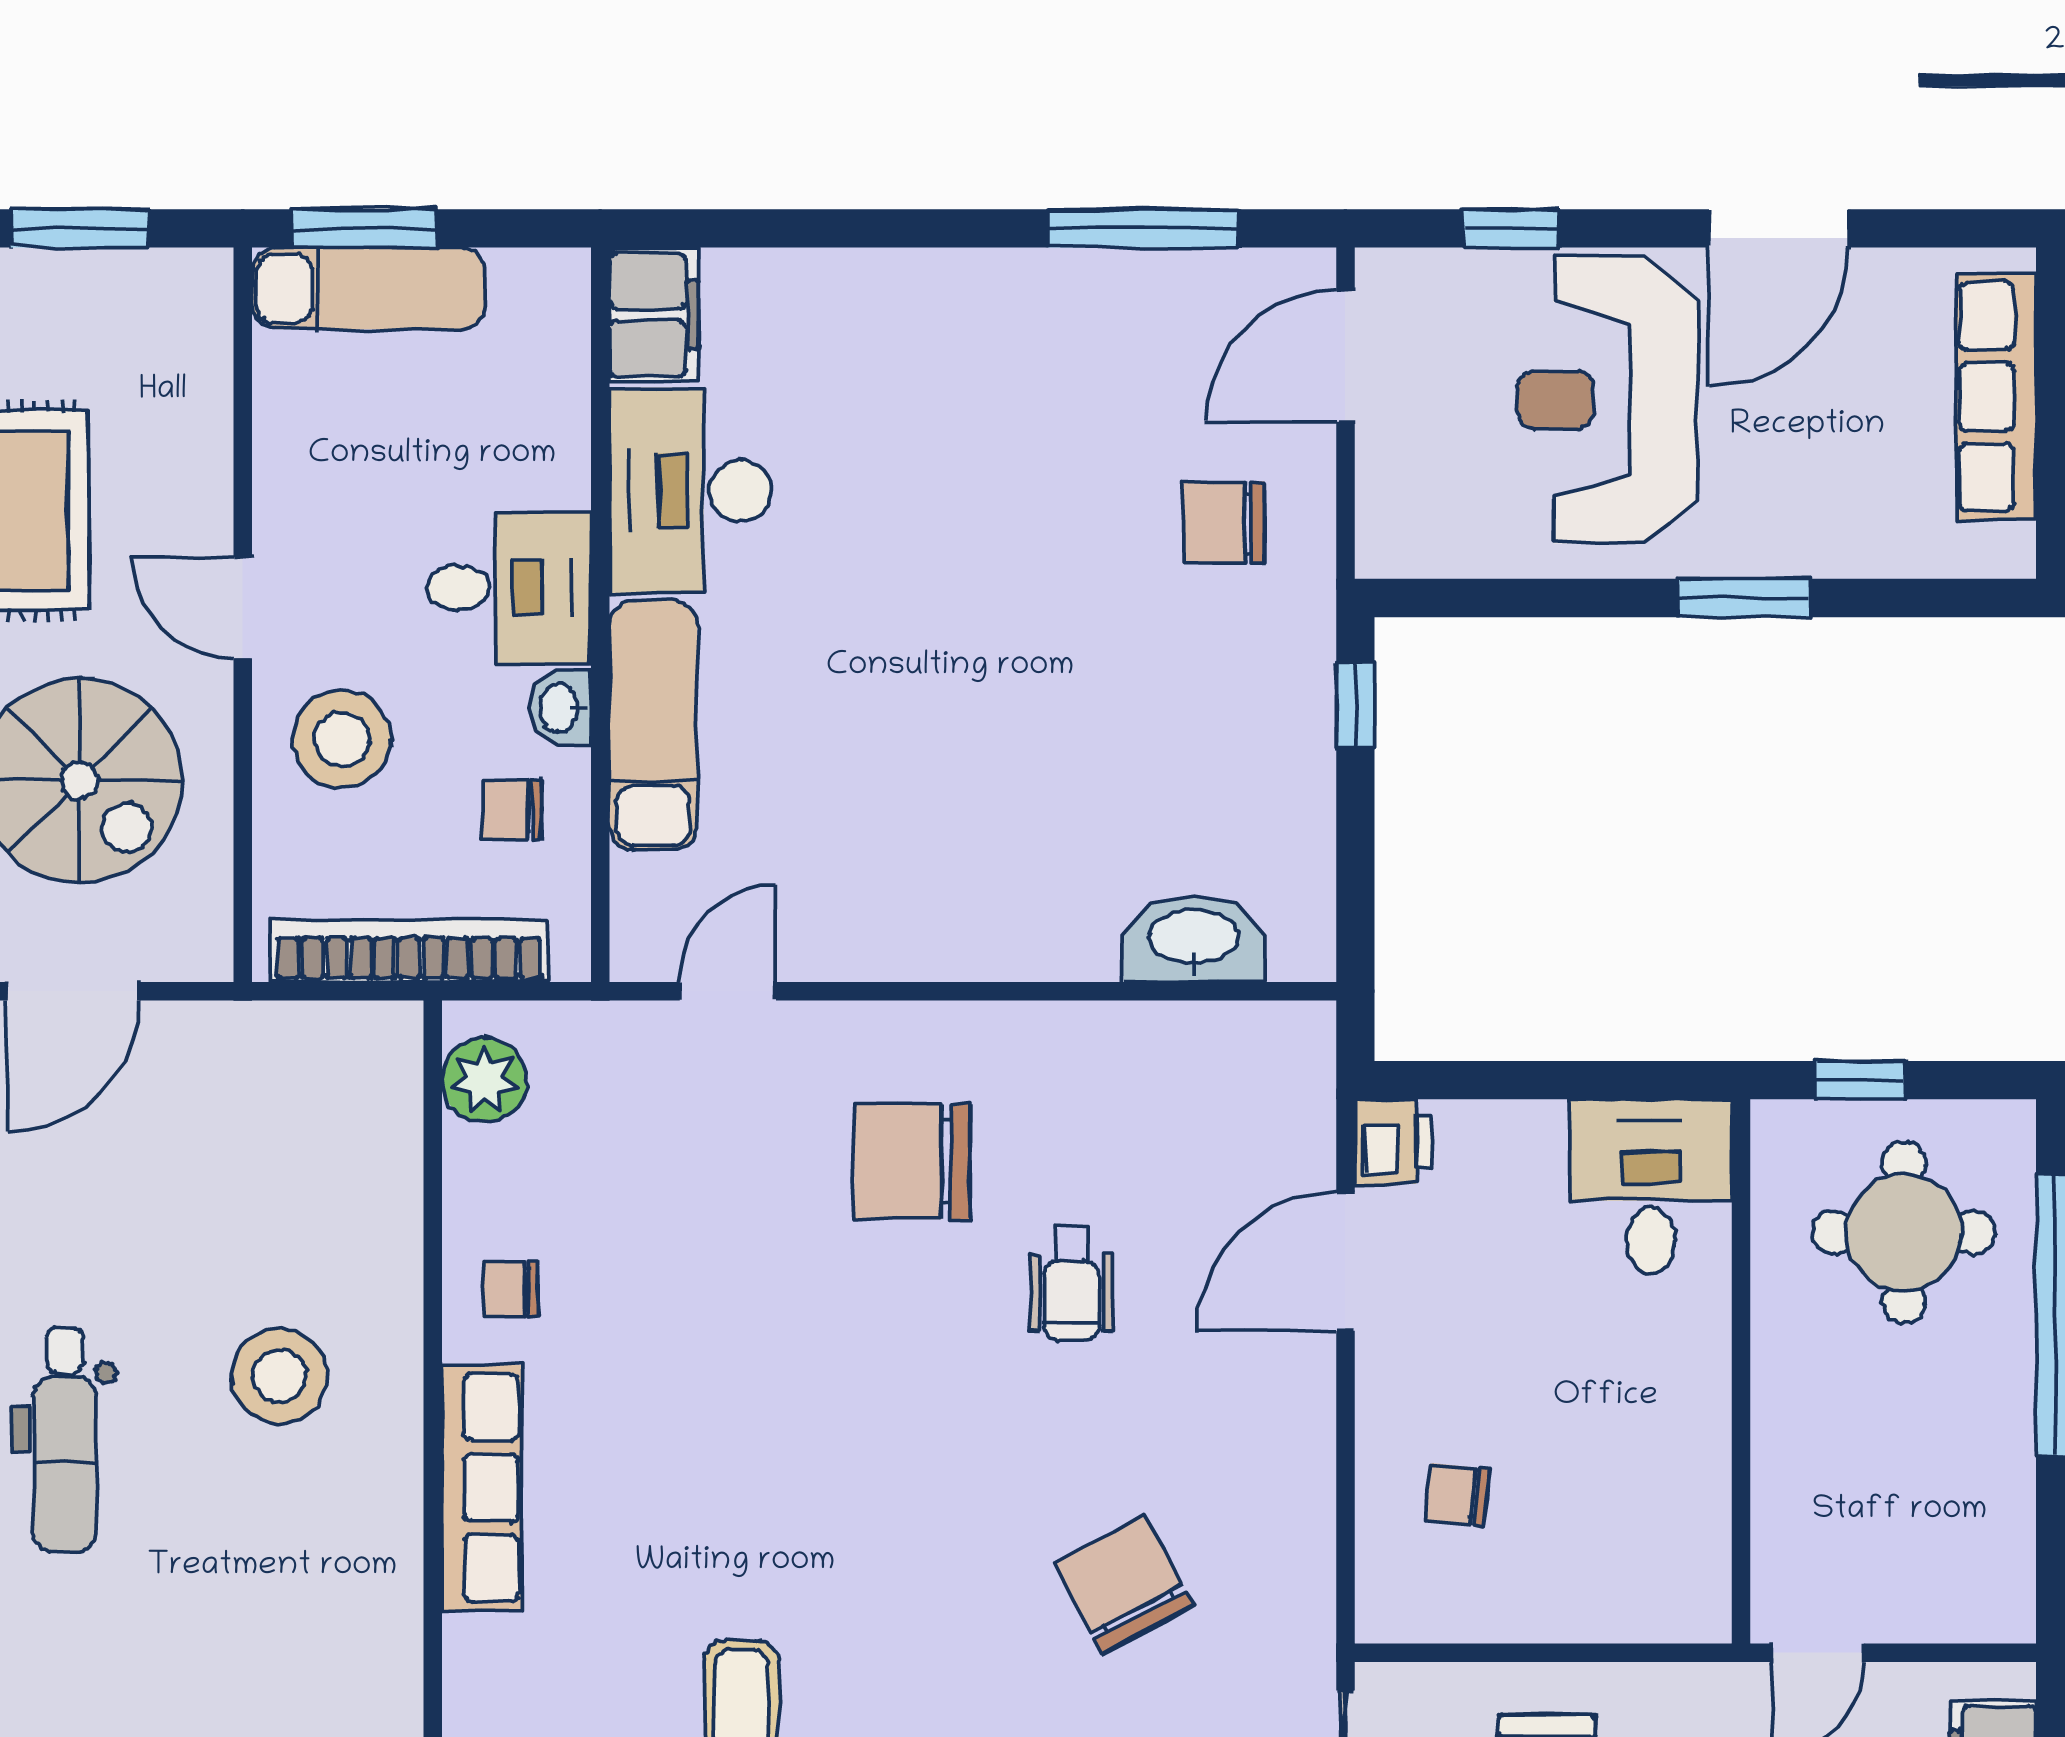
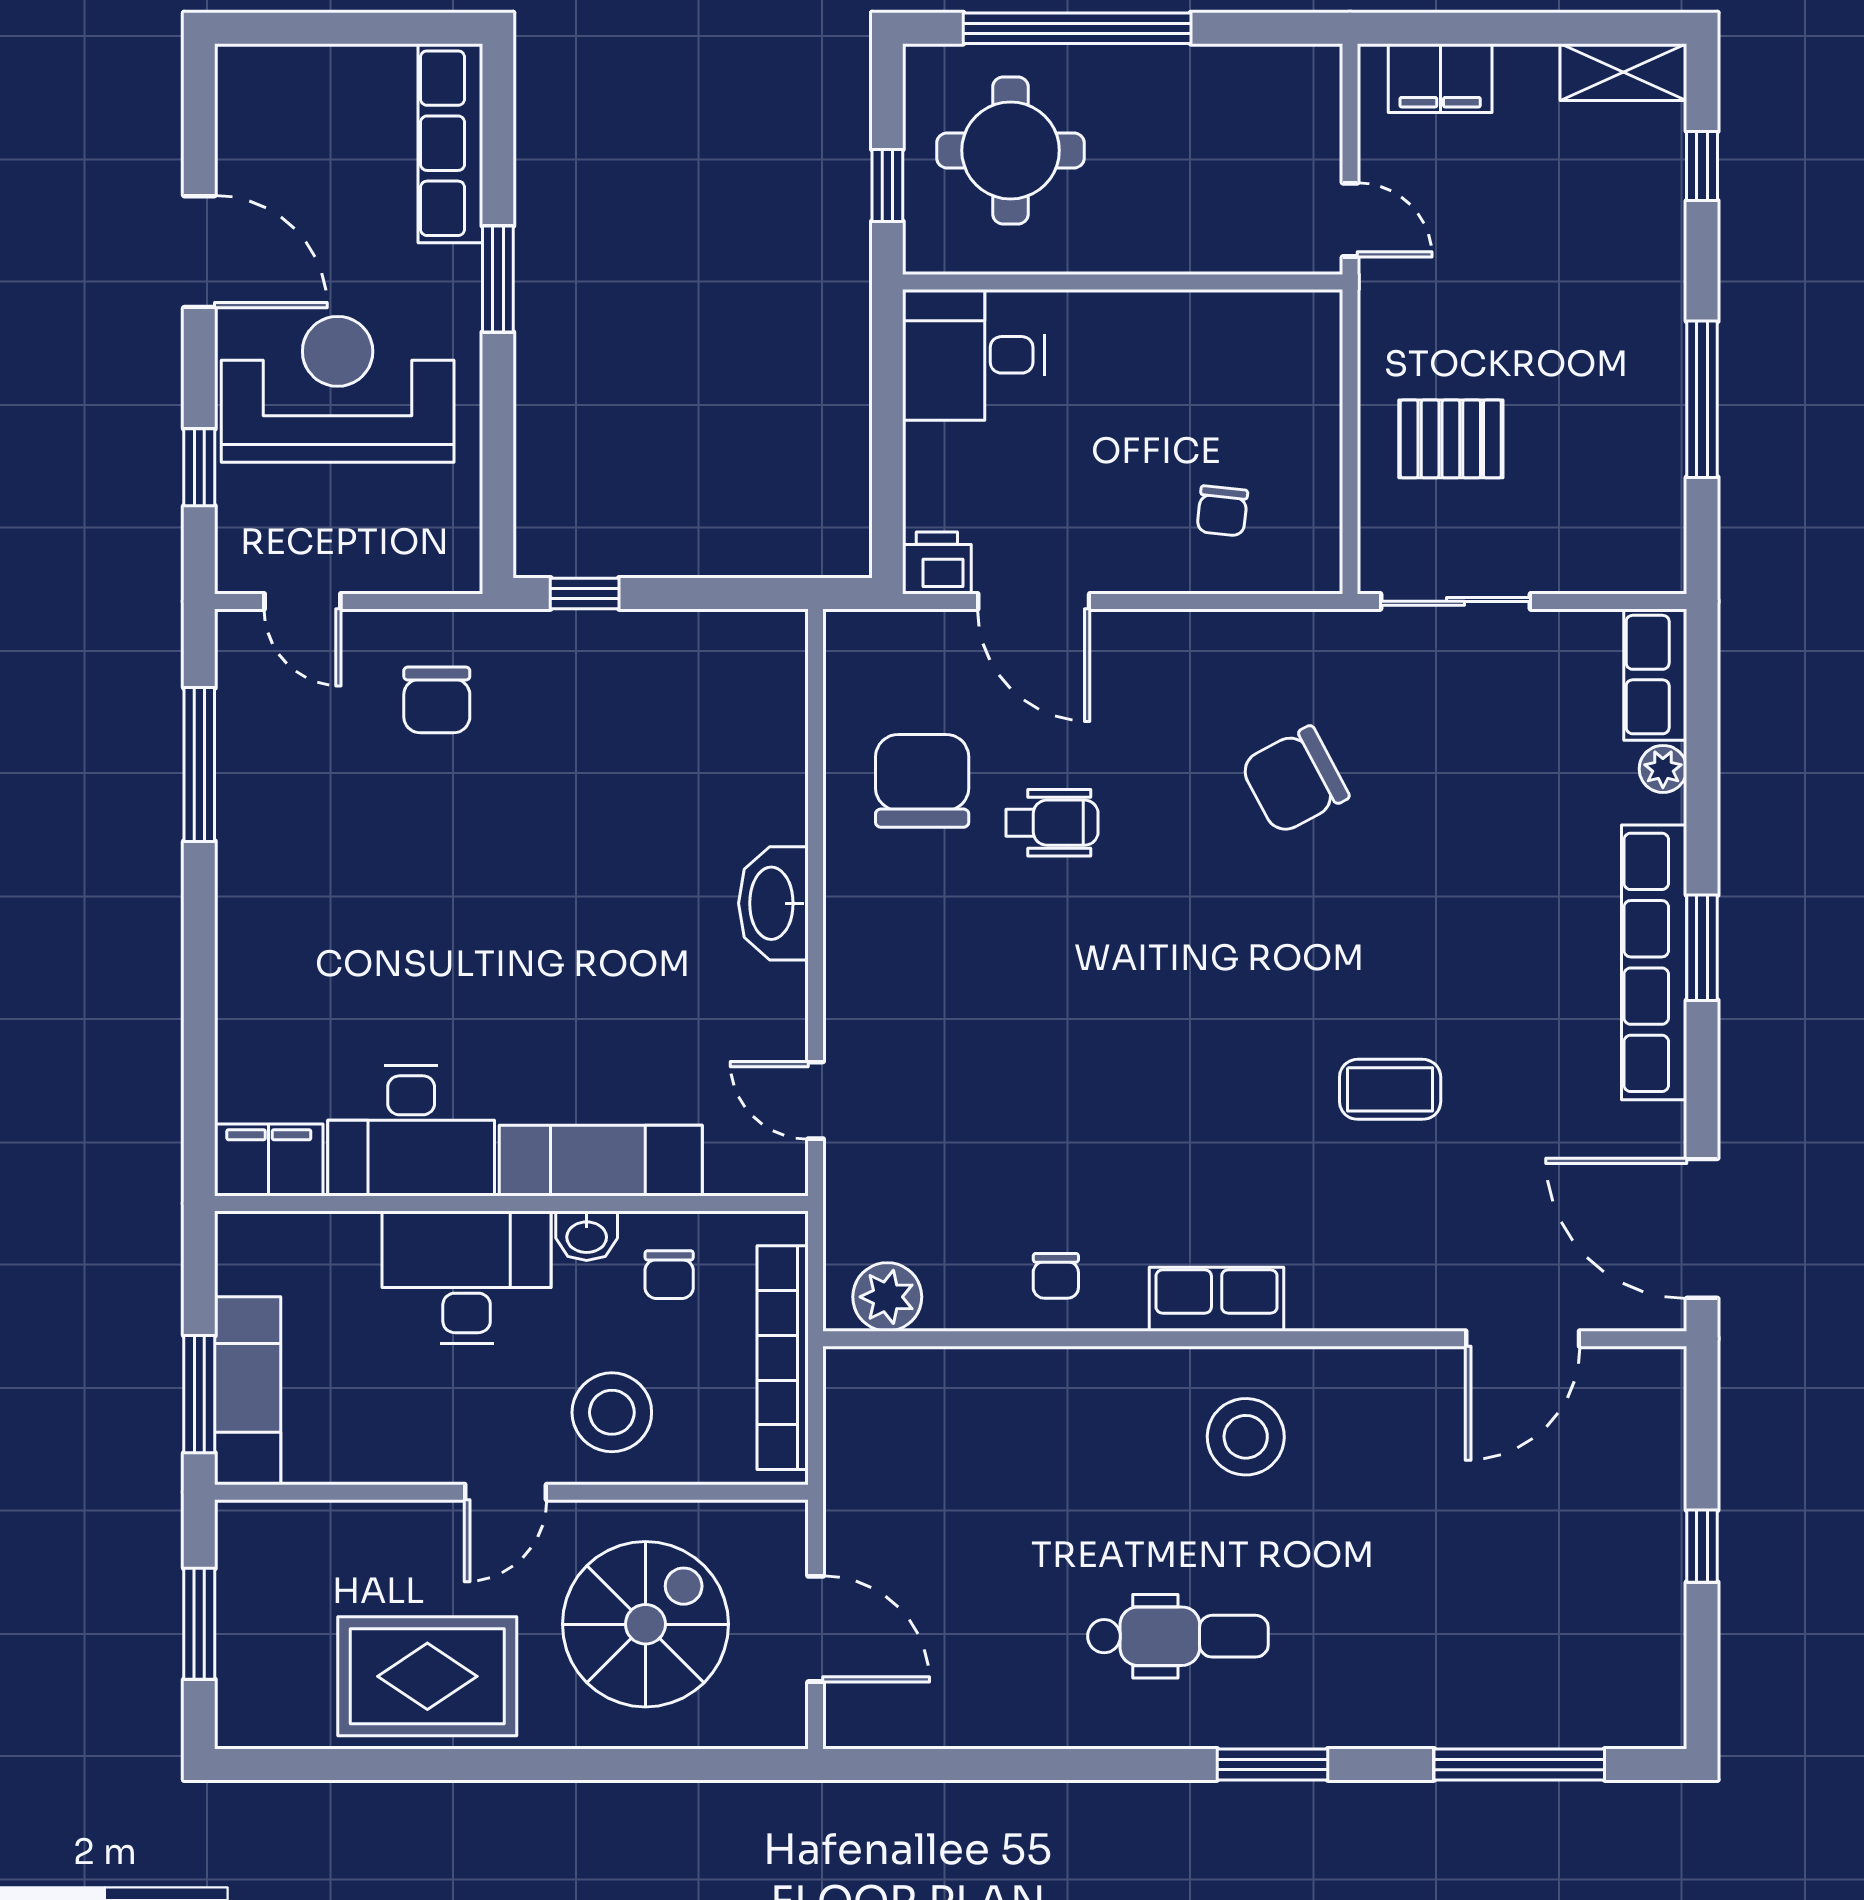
door: (1345, 356) -> (303, 601), width x0.73
row of seats: (1996, 397) -> (450, 143), moved, turned 90
reception desk: (1608, 400) -> (338, 389), turned 180
desk: (509, 588) -> (467, 1277), width x1.37
washbasin: (1194, 939) -> (773, 903), moved
chair: (912, 1162) -> (922, 781), moved, turned 180
stool: (279, 1376) -> (1246, 1437), moved
row of seats: (482, 1488) -> (1217, 1299), width x0.68

